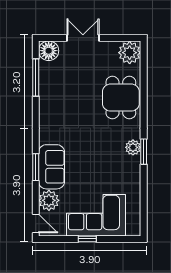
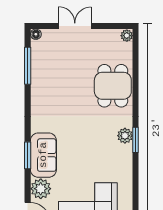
floor lamp: (49, 51) -> (36, 34), width x0.53, depth x0.53
plant: (130, 53) -> (127, 36), width x0.53, depth x0.53

